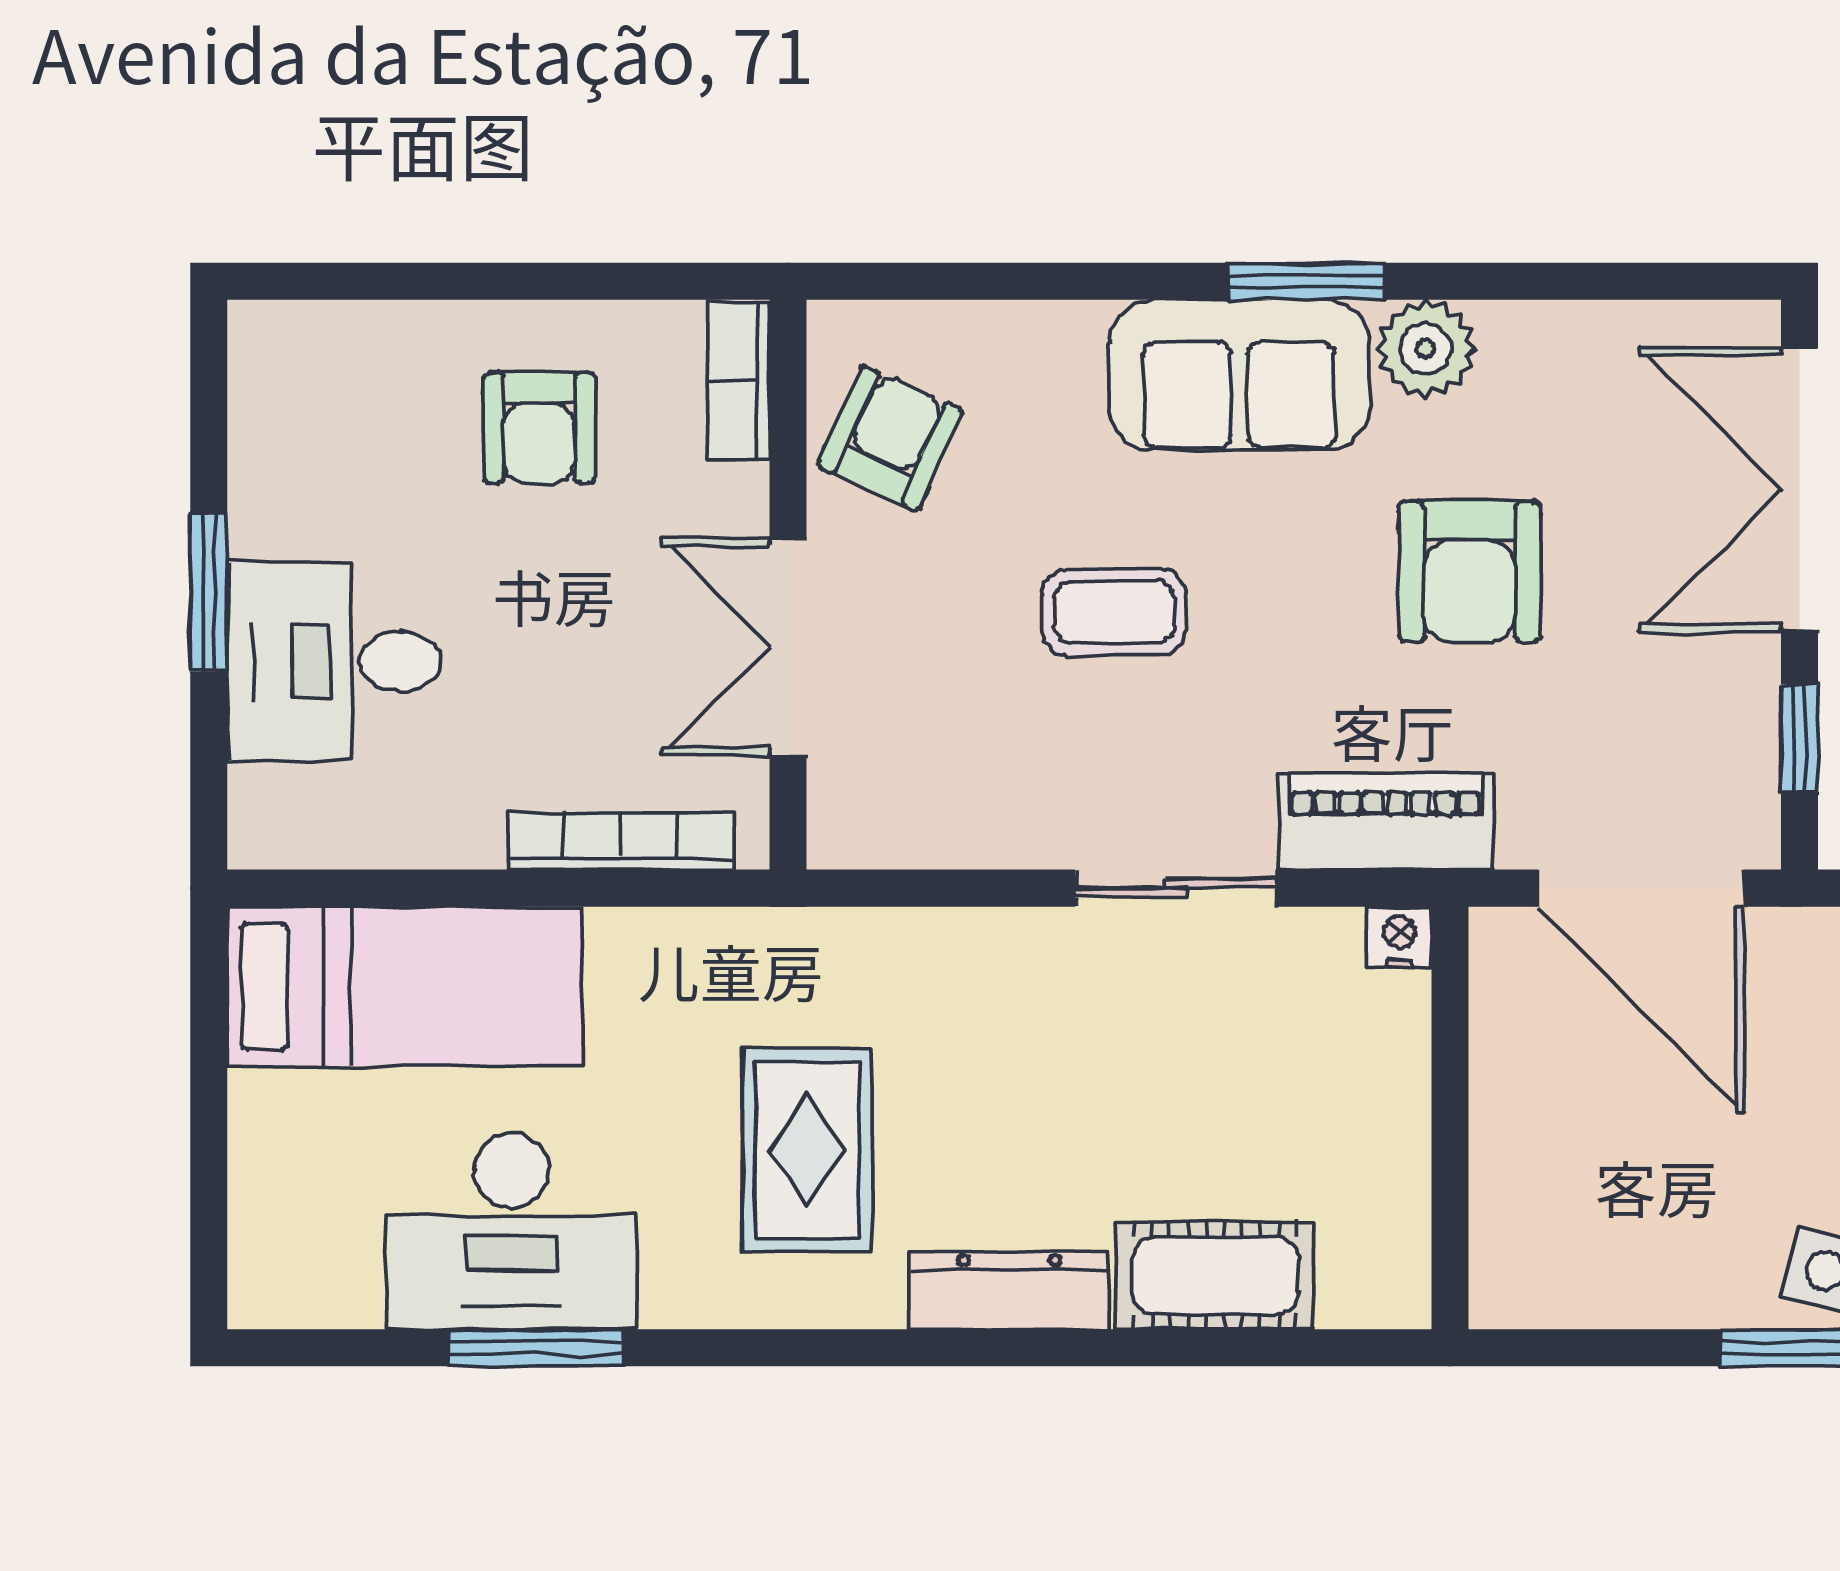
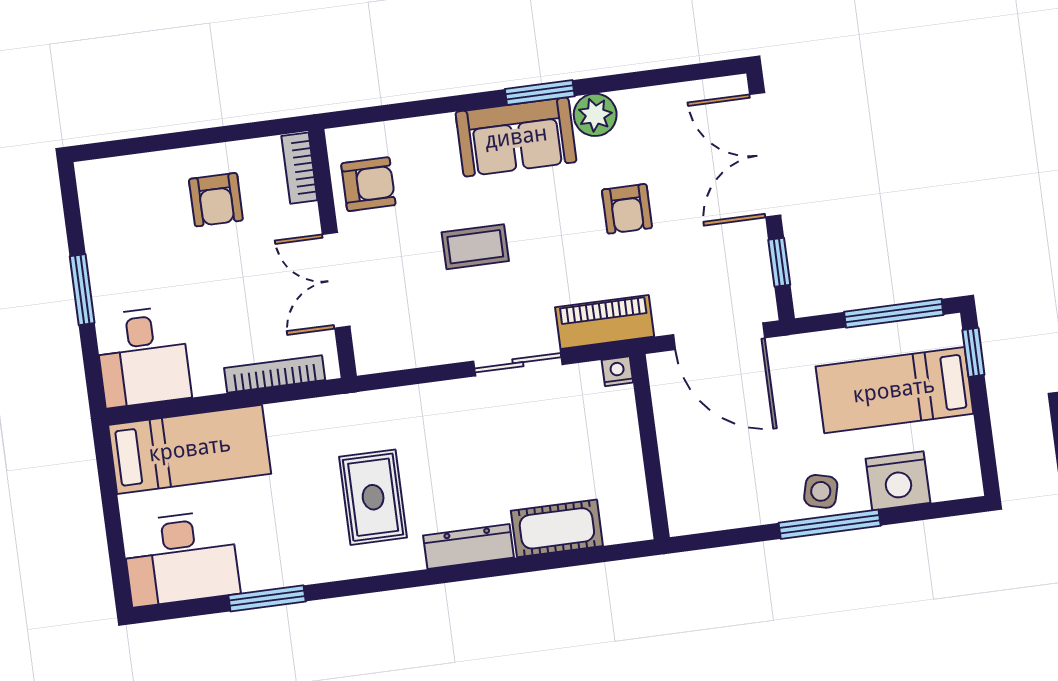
armchair: (890, 438) -> (368, 184), turned 66
armchair: (1469, 571) -> (627, 209), width x0.72, depth x0.72
desk: (335, 661) -> (143, 357), moved, turned -90
desk: (512, 1231) -> (181, 558), moved

